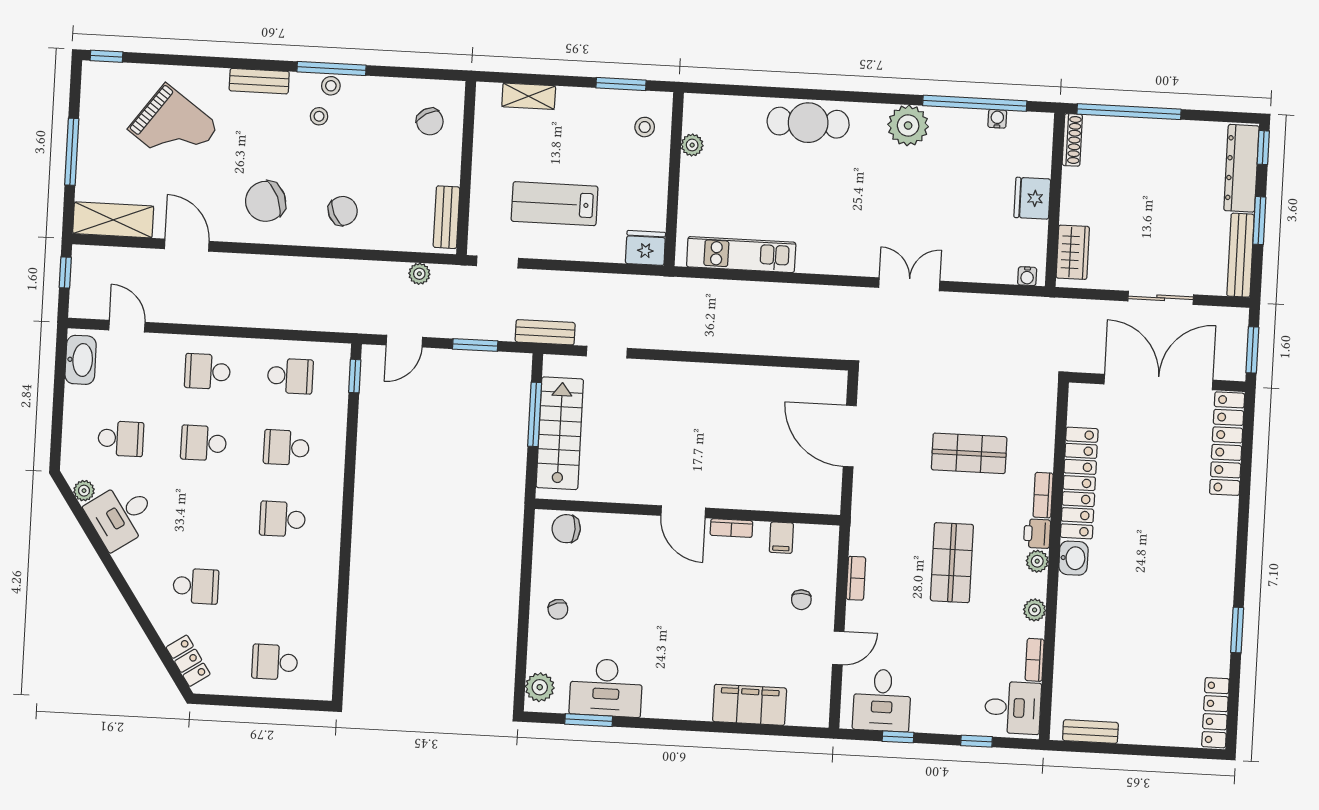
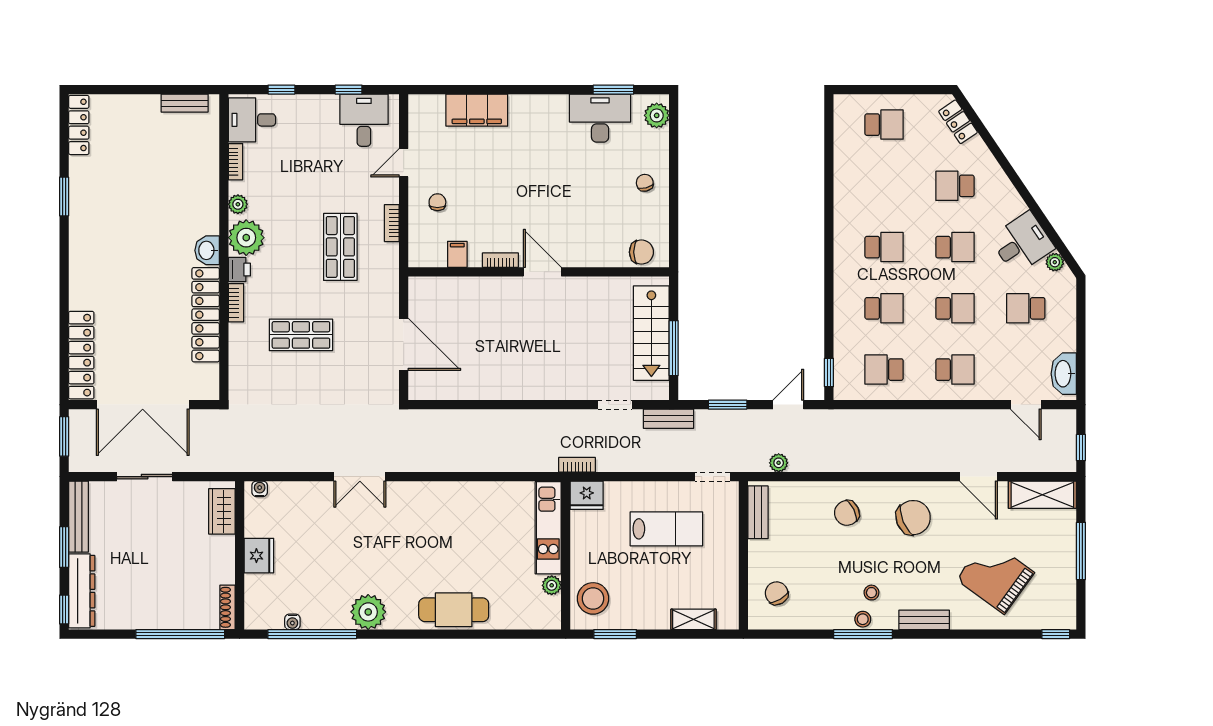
stool: (645, 127) -> (593, 598), width x1.89, depth x1.89
kitchen unit: (741, 255) -> (548, 528), moved, turned 90
bookcase: (655, 284) -> (577, 465), added
school desk: (200, 515) -> (955, 247), added
plant: (1037, 561) -> (246, 238), width x1.88, depth x1.88
shop shelf: (952, 563) -> (340, 247), moved

